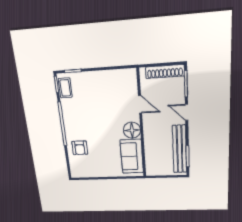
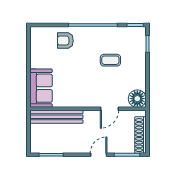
coffee table: (65, 88) -> (110, 60), moved
floor lamp: (132, 130) -> (137, 99), moved
bench: (180, 149) -> (56, 117), moved
sofa: (132, 156) -> (41, 88), moved, turned 90

